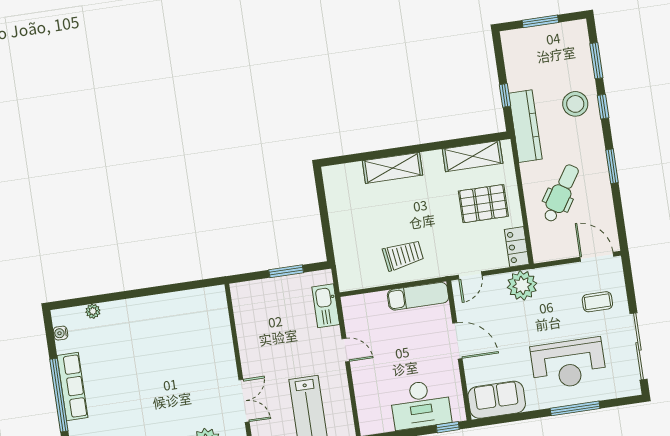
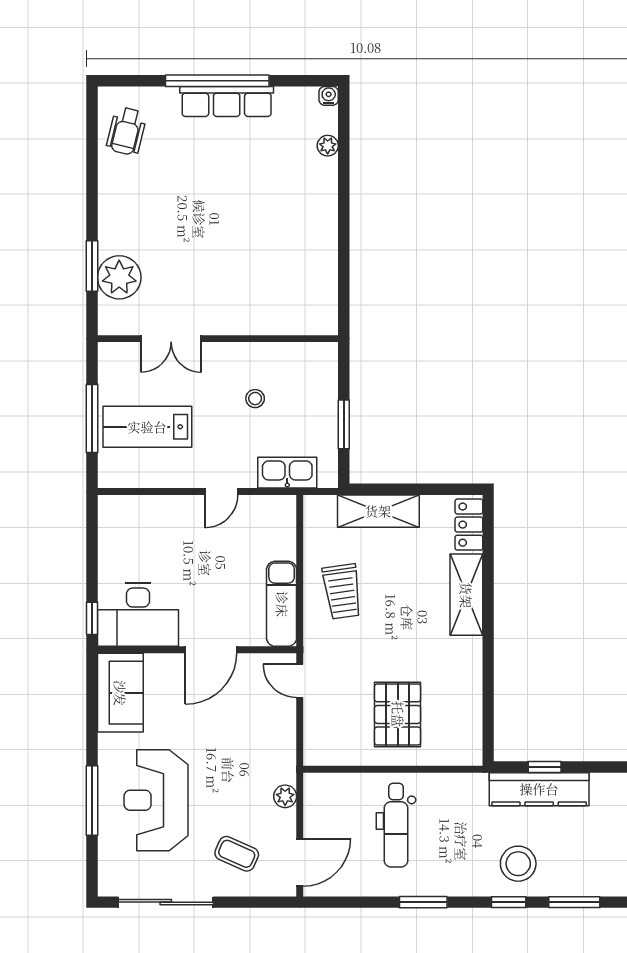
kitchen counter: (525, 126) -> (539, 789), moved
shelving: (473, 156) -> (378, 511), moved, turned 90
dental chair: (561, 193) -> (396, 825), turned 57
locker: (517, 247) -> (469, 525), moved, turned -90
plant: (522, 285) -> (285, 796), moved, width x0.53, depth x0.53
coffee table: (597, 302) -> (237, 854), turned -66
water cooler: (61, 333) -> (329, 96), moved
stool: (277, 336) -> (255, 399), added
desk: (421, 405) -> (138, 615), moved, turned -90

